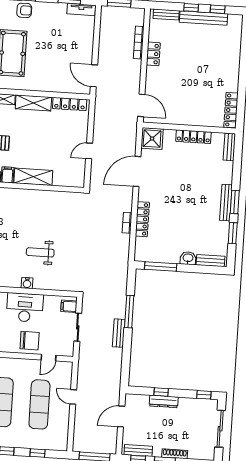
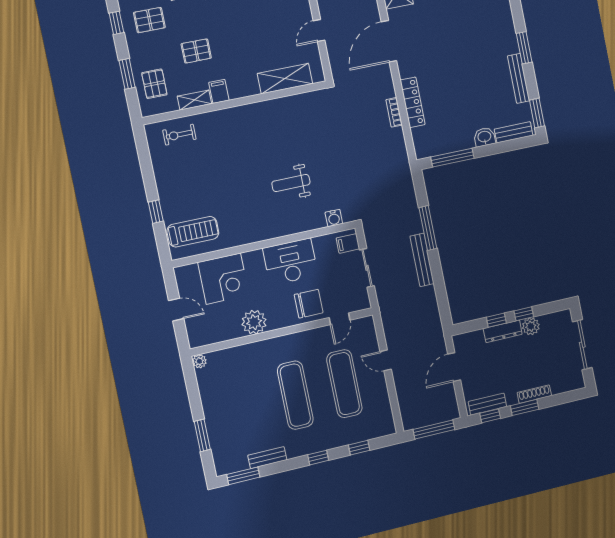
shelving: (33, 177) -> (285, 79), moved
bench: (226, 202) -> (519, 78), moved
window: (233, 233) -> (537, 113), moved
water cooler: (27, 283) -> (334, 218), moved
bench: (119, 333) -> (422, 260), width x1.36
window: (204, 395) -> (524, 314), moved
plant: (185, 404) -> (531, 326), added

